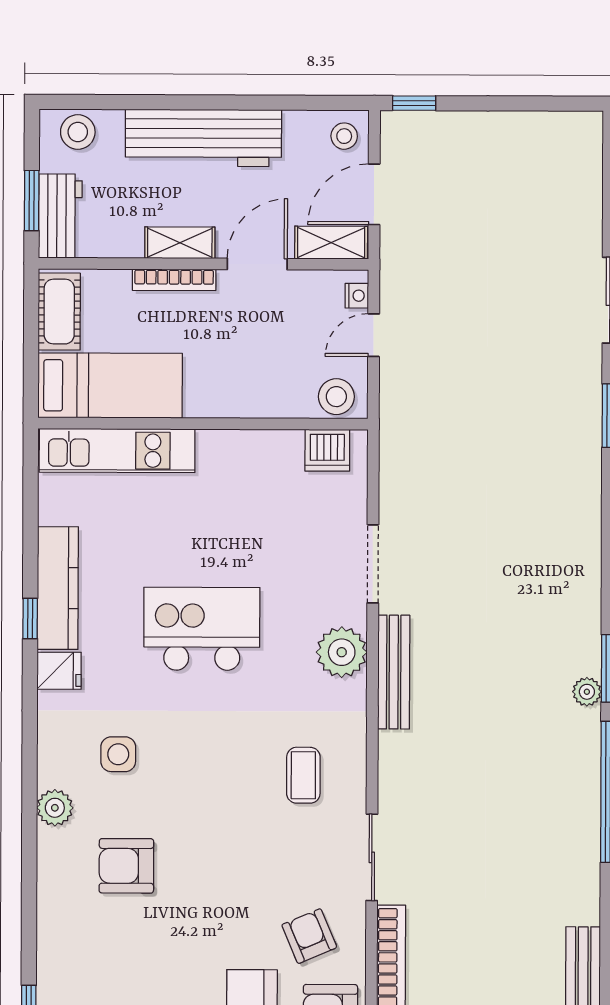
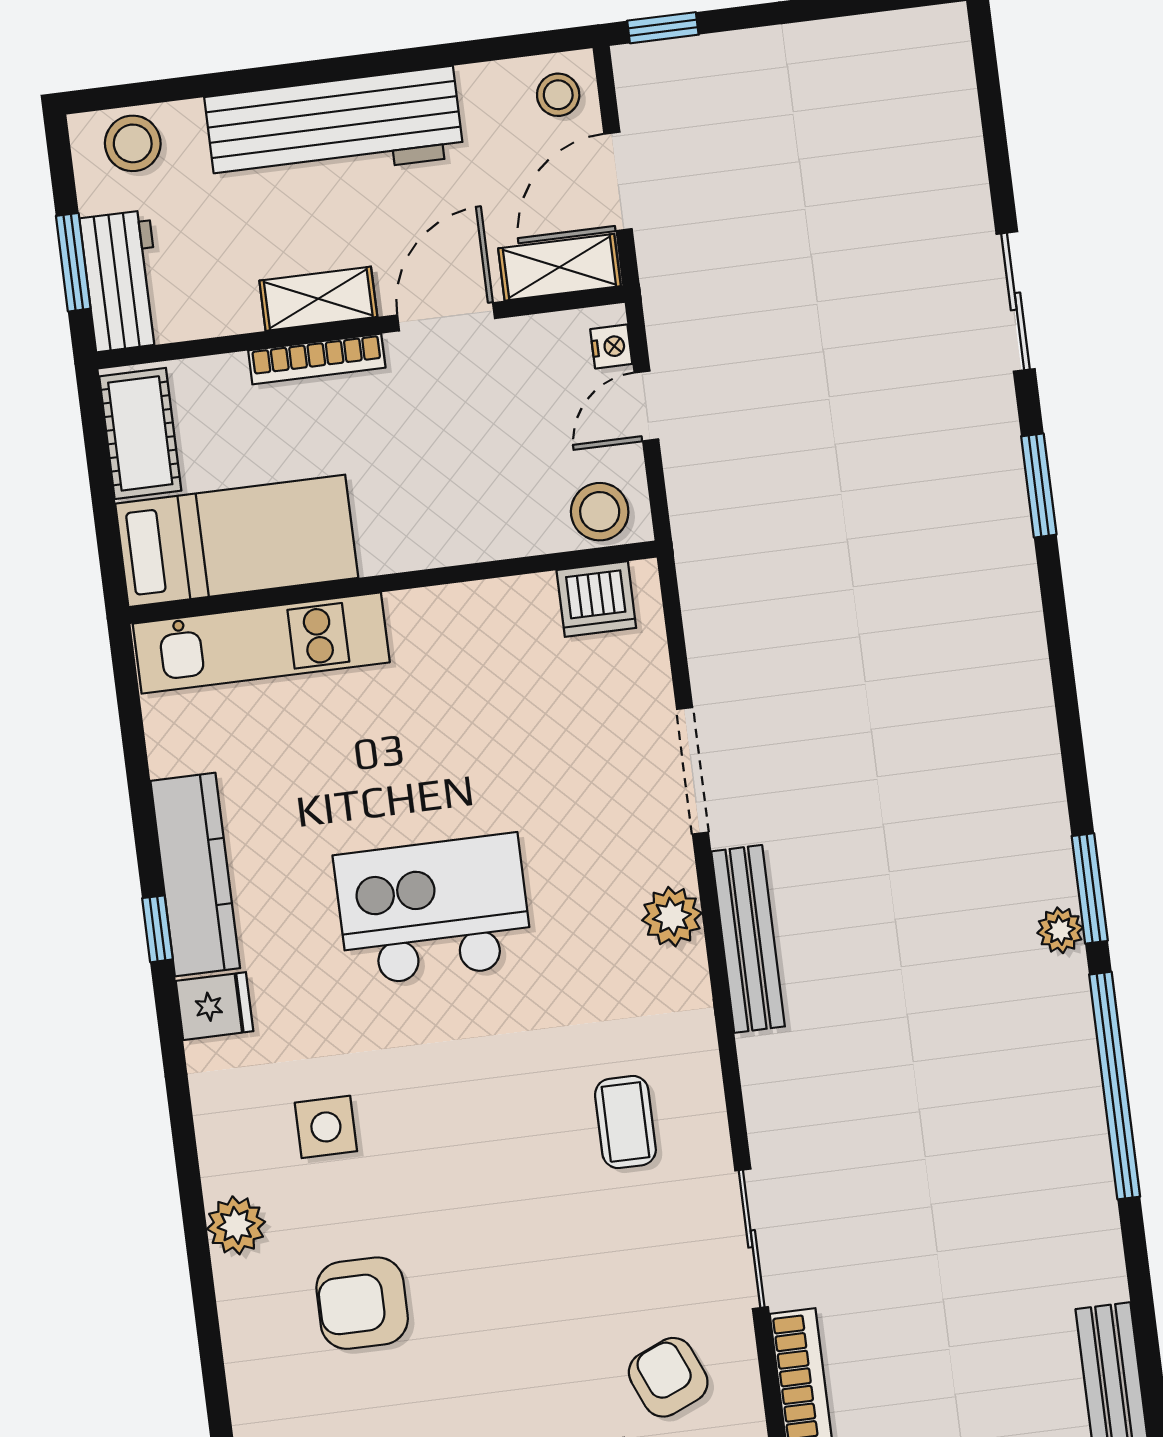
plant: (342, 652) -> (672, 917), width x0.73, depth x0.73

